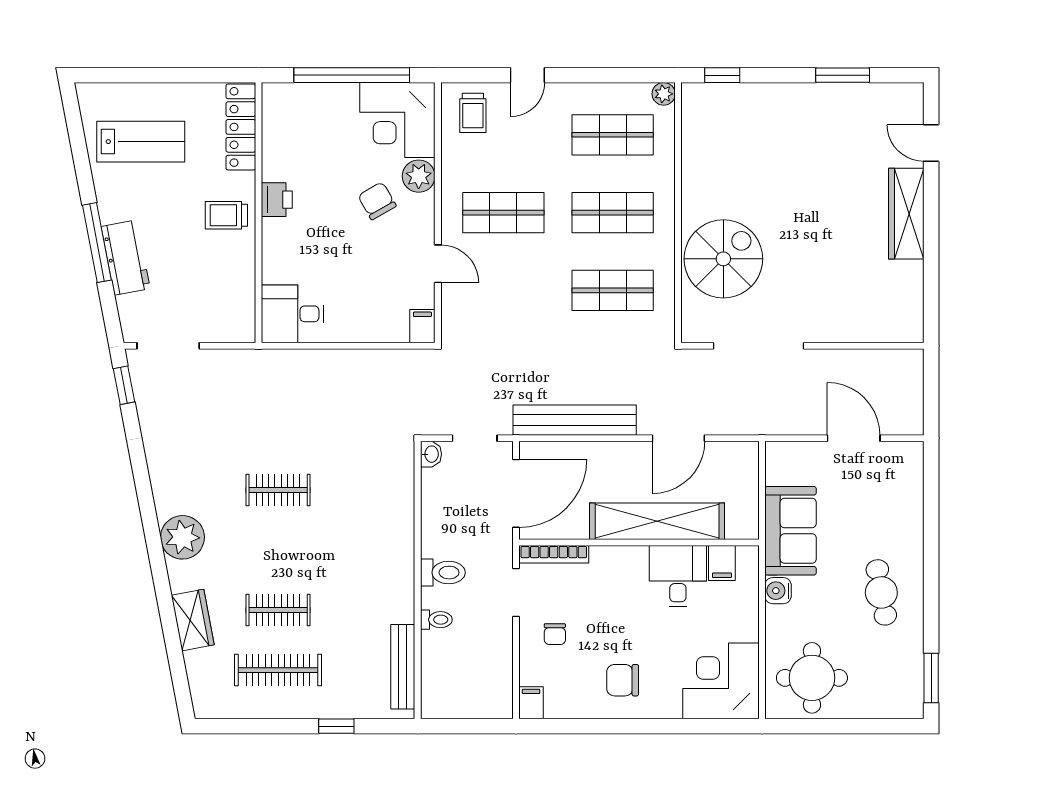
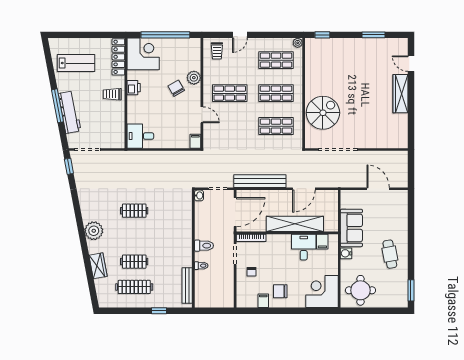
corner desk: (397, 120) -> (143, 54), moved, turned 180
workbench: (126, 257) -> (70, 112), width x1.38
filing cabinet: (531, 703) -> (263, 301), moved

